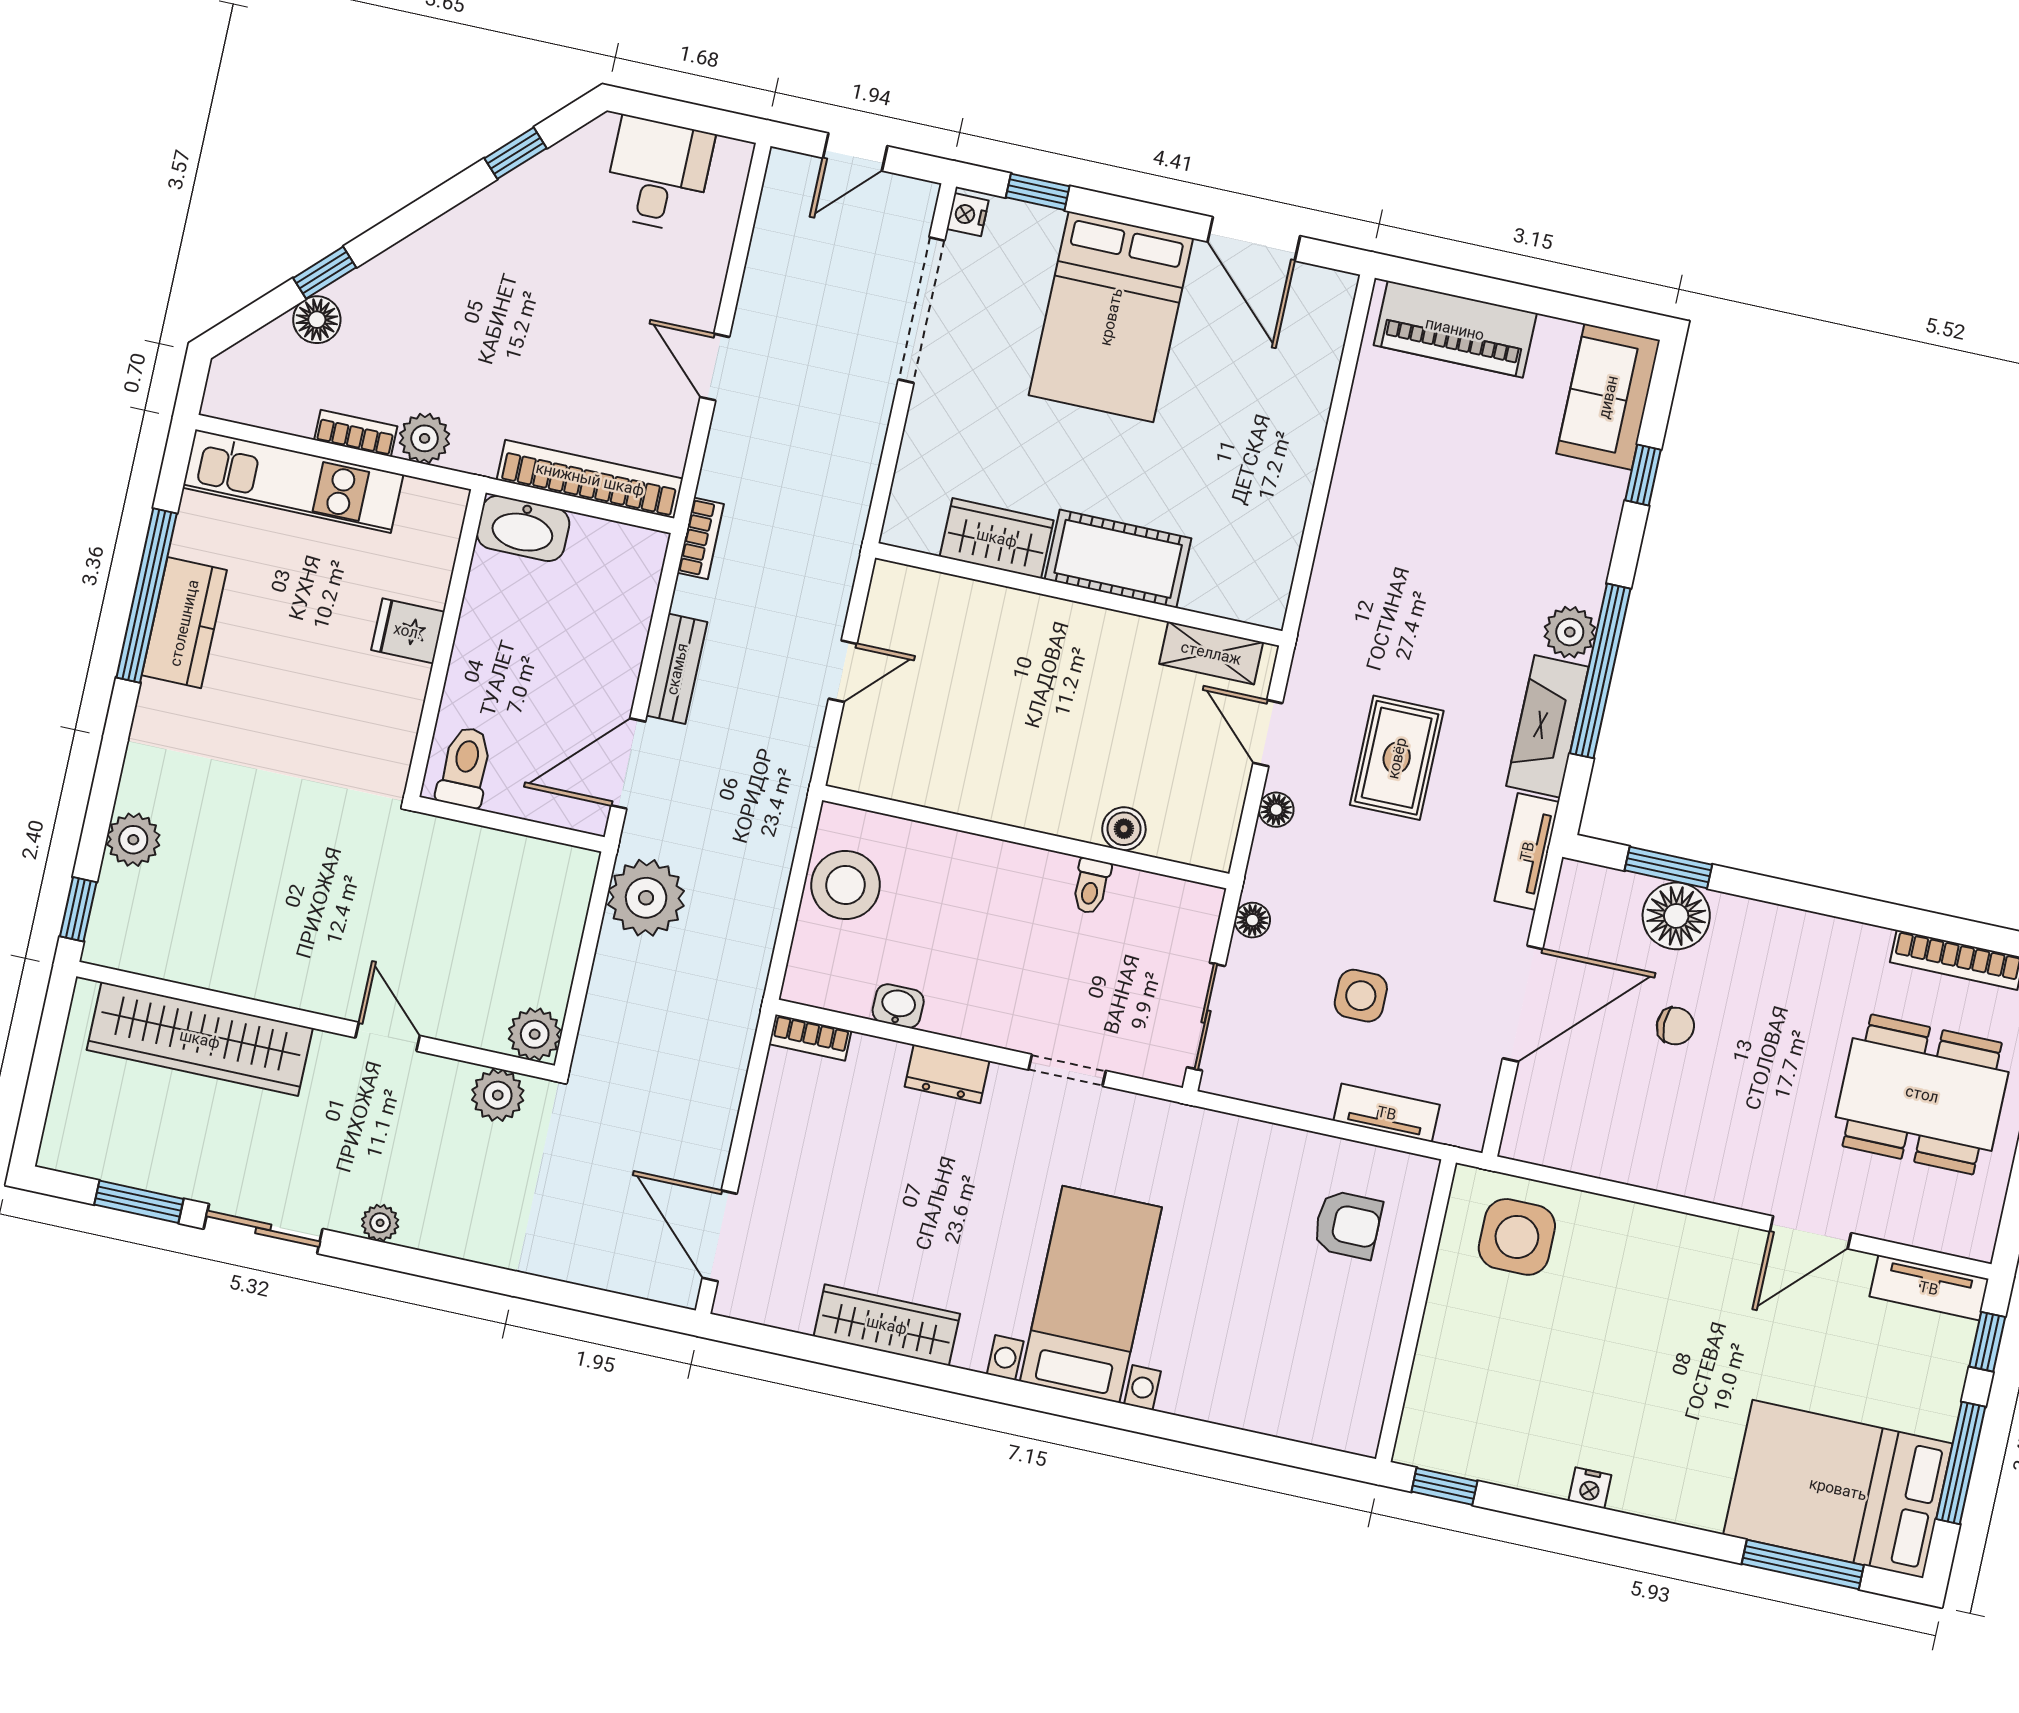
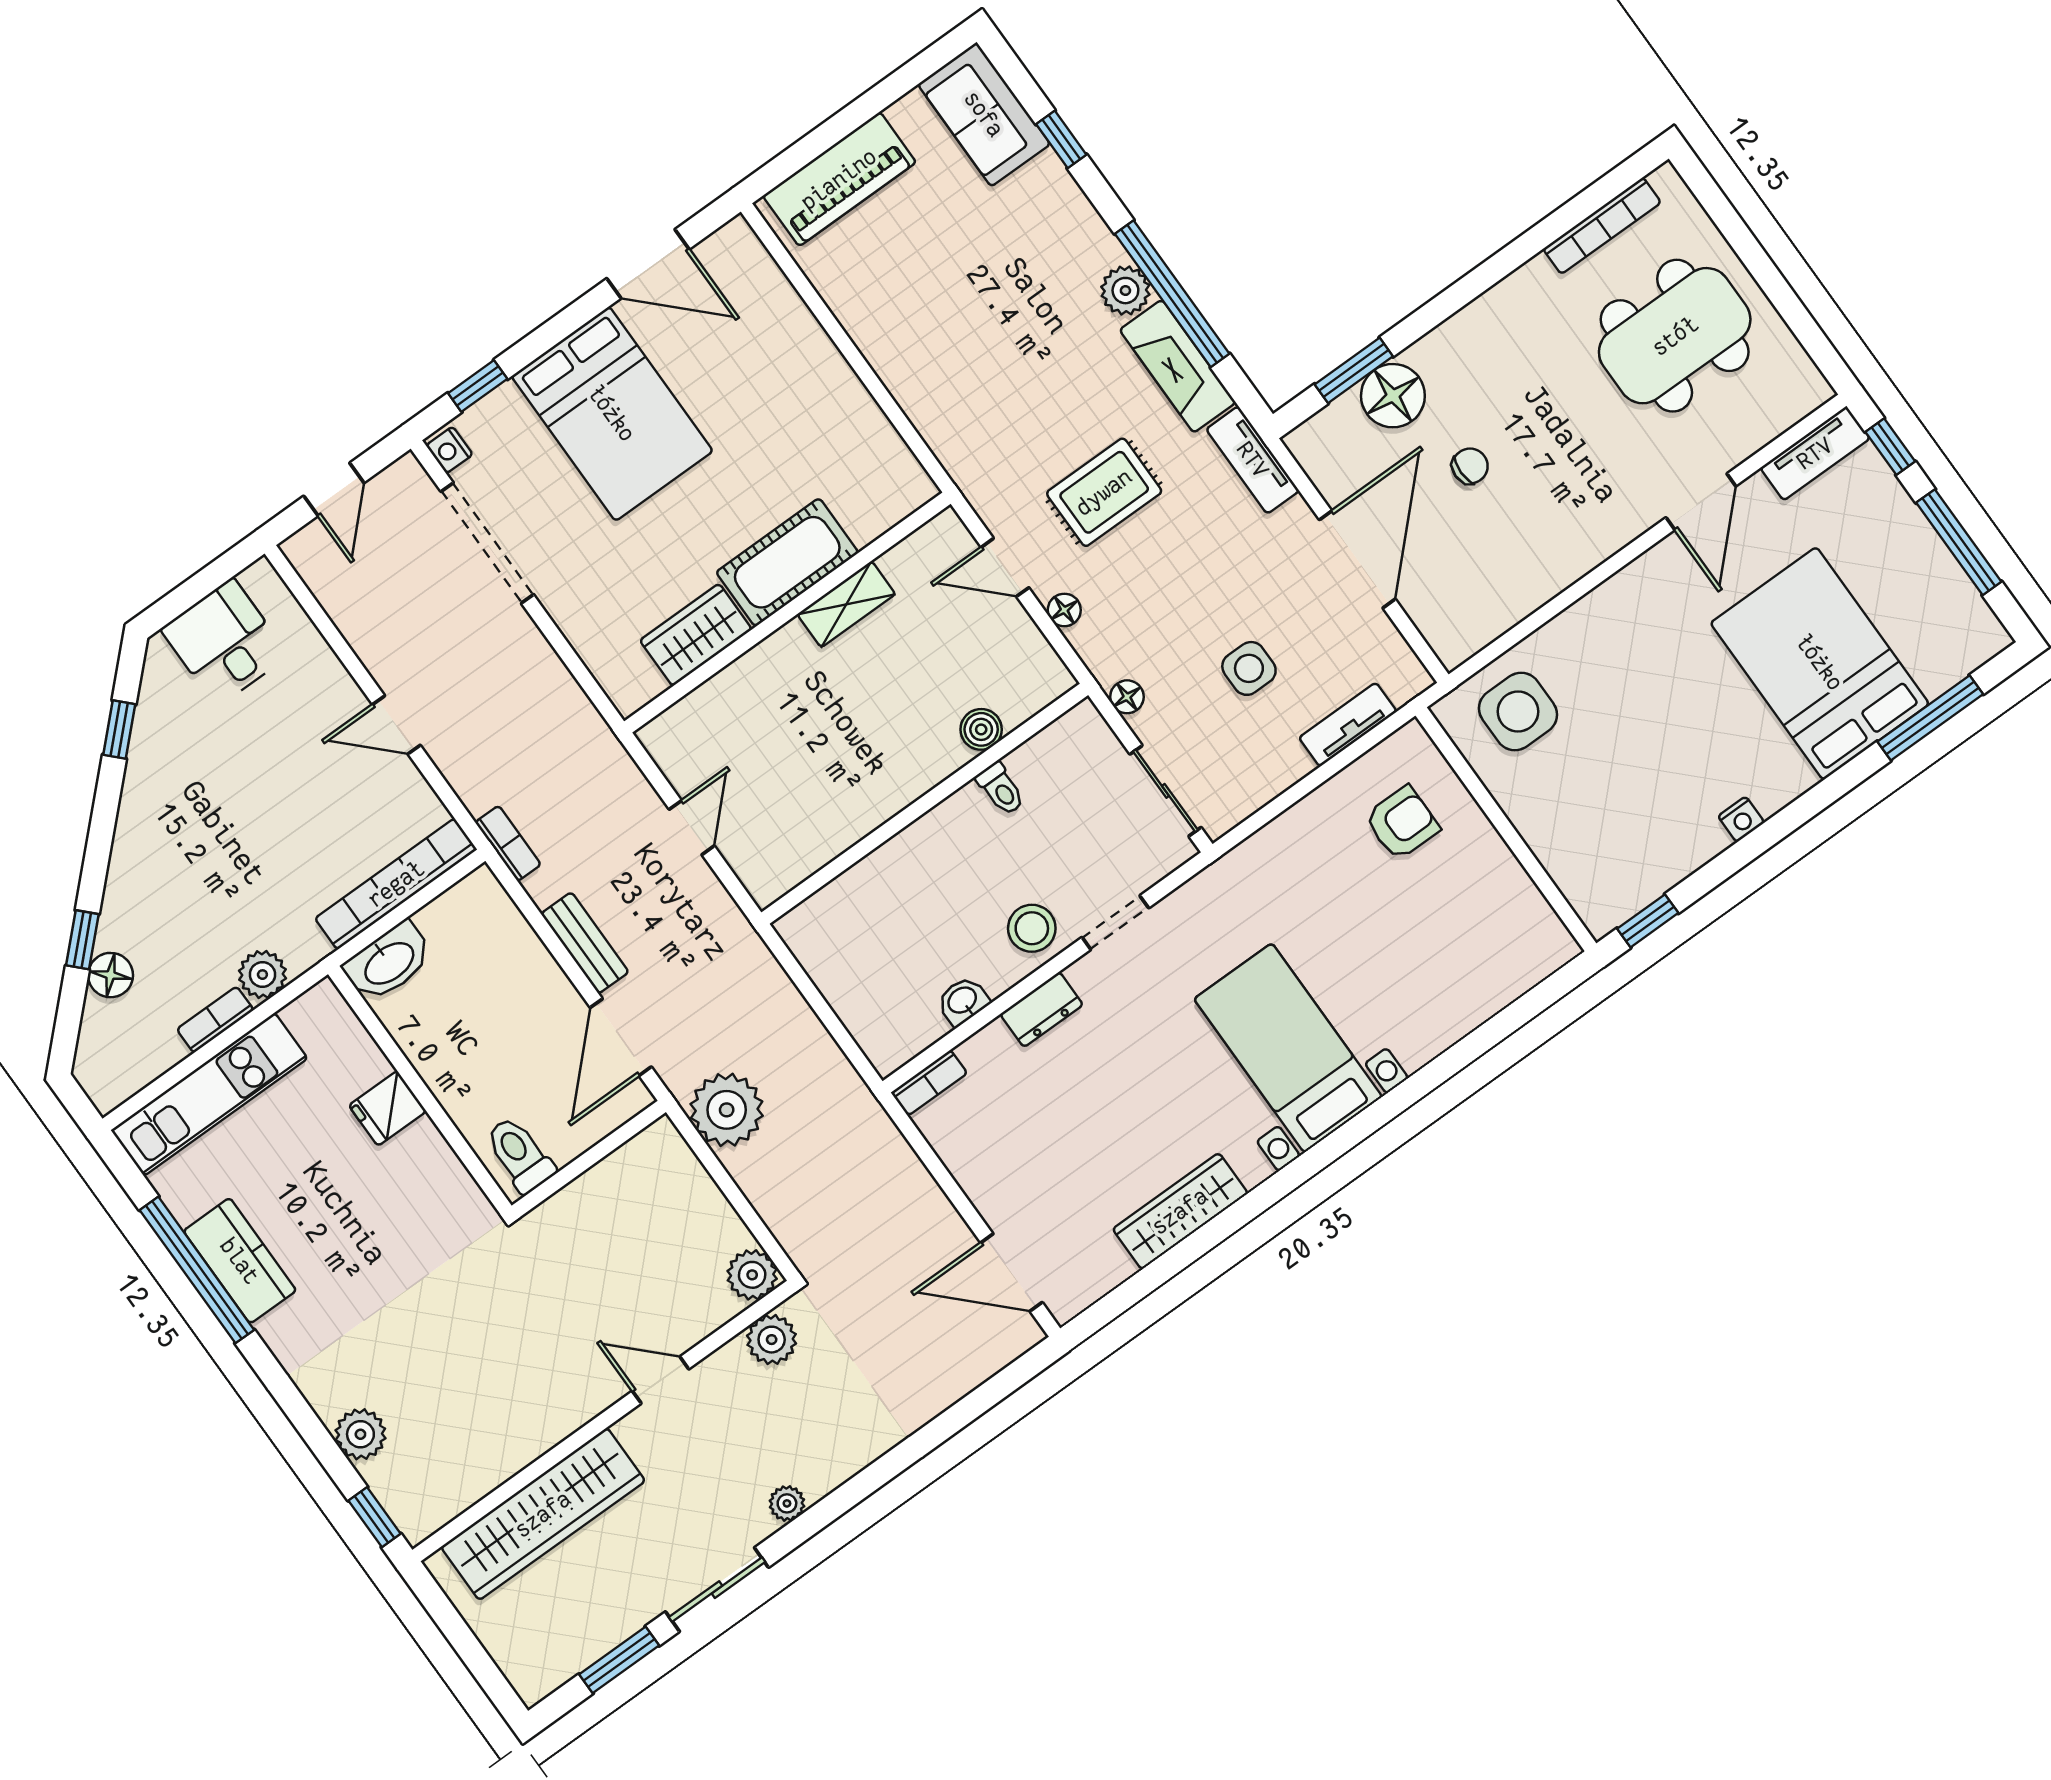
shelving: (1211, 653) -> (846, 604), moved
rug: (1397, 758) -> (1104, 492), turned 90
stool: (846, 885) -> (1032, 928), moved, width x0.73, depth x0.73
bed: (1838, 1489) -> (1820, 663), moved, turned 90

